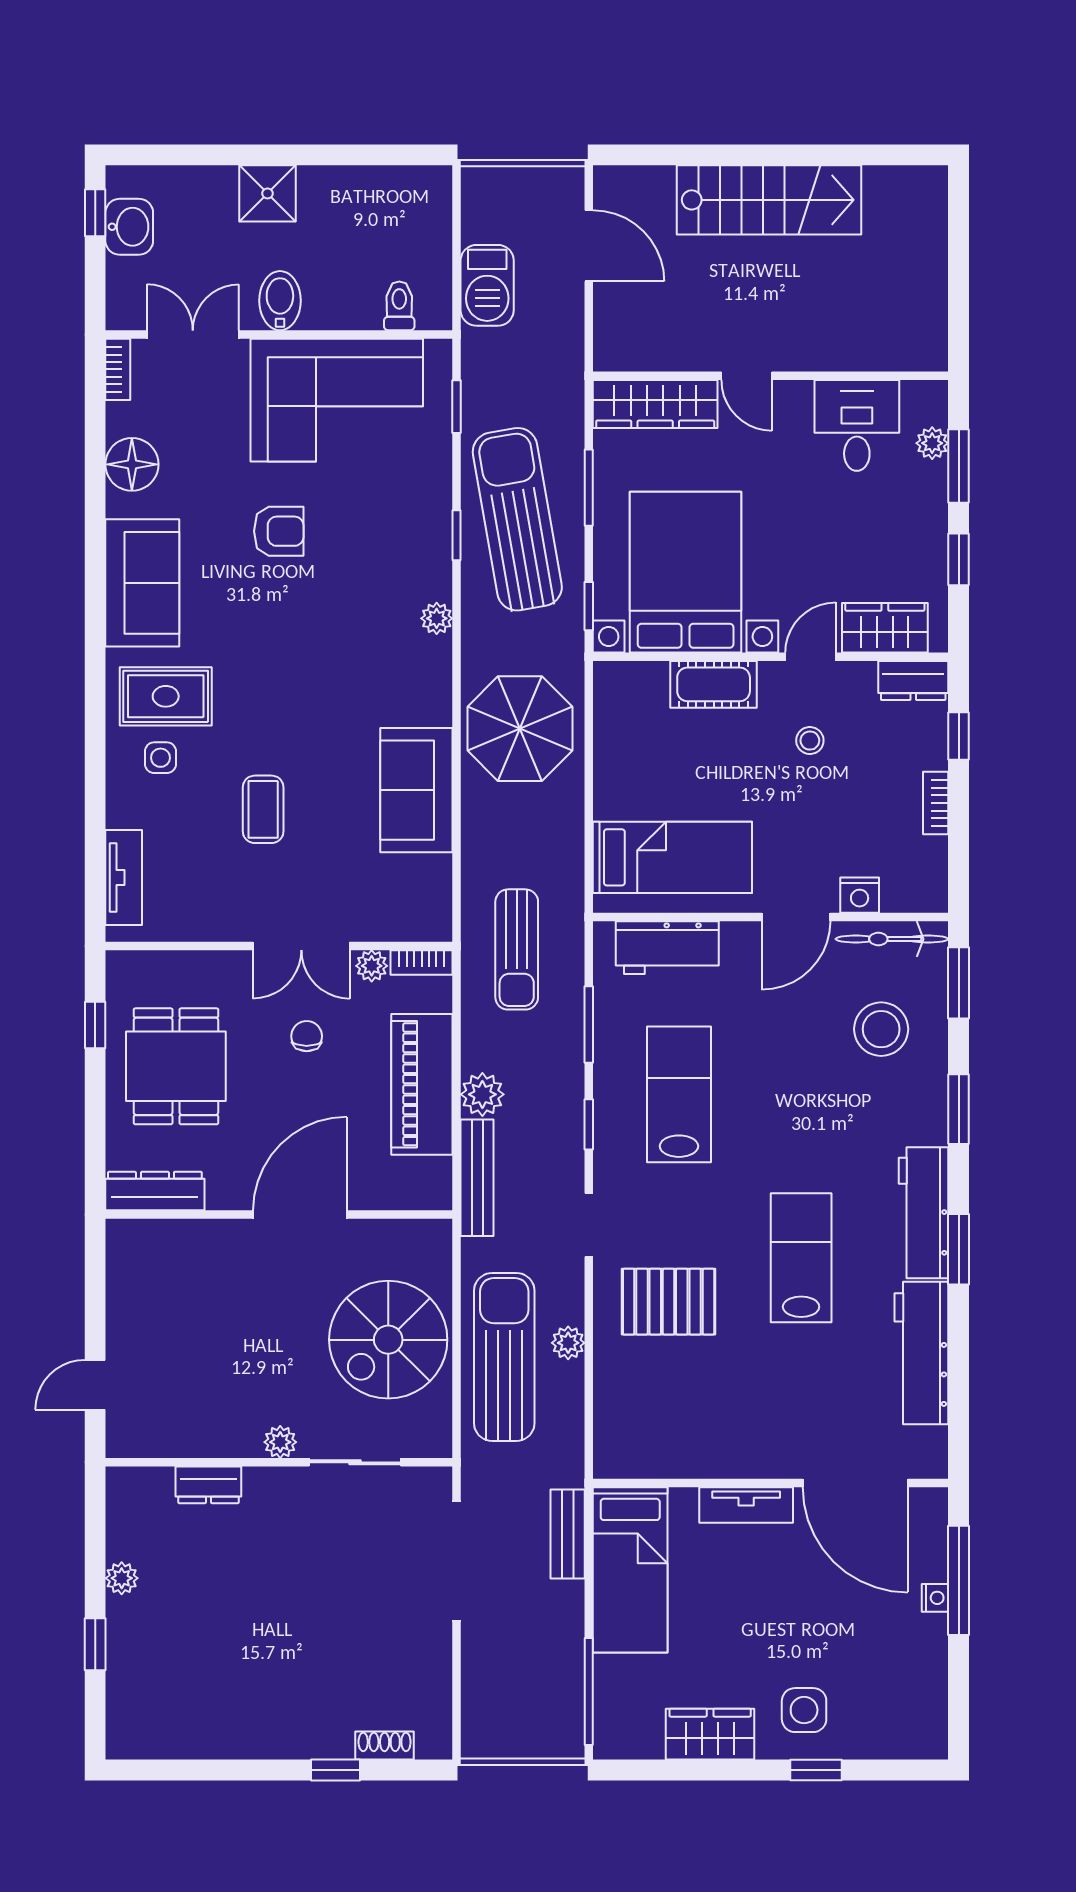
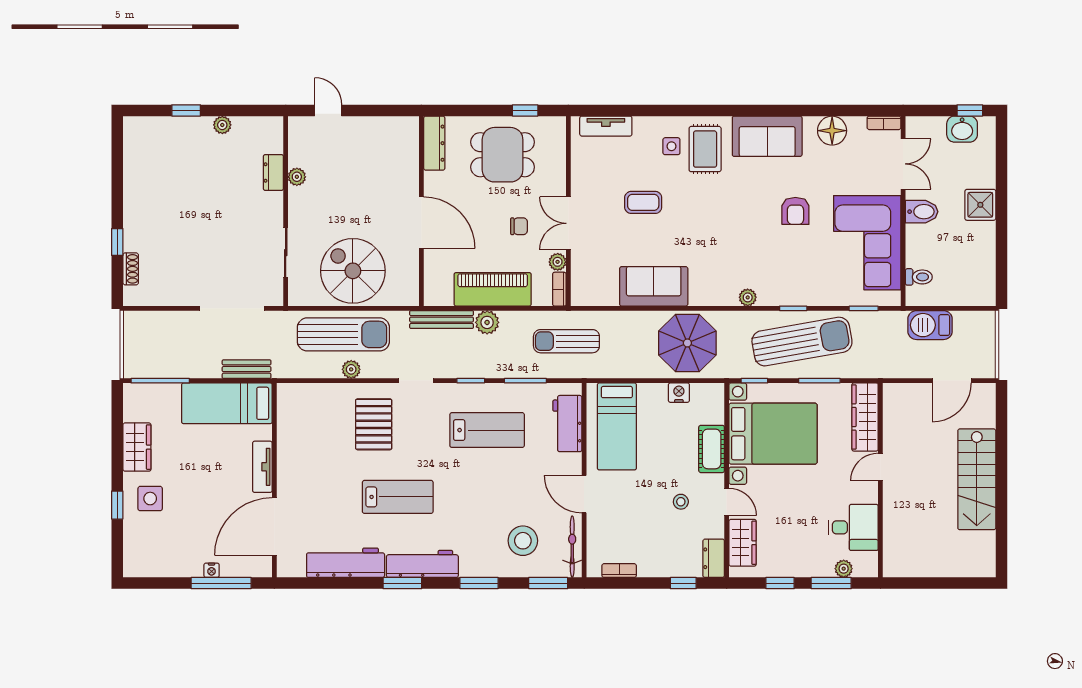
bookcase: (936, 803) -> (619, 571), moved
nightstand: (860, 895) -> (679, 393), moved, turned 90
plant: (280, 1442) -> (297, 177), moved

